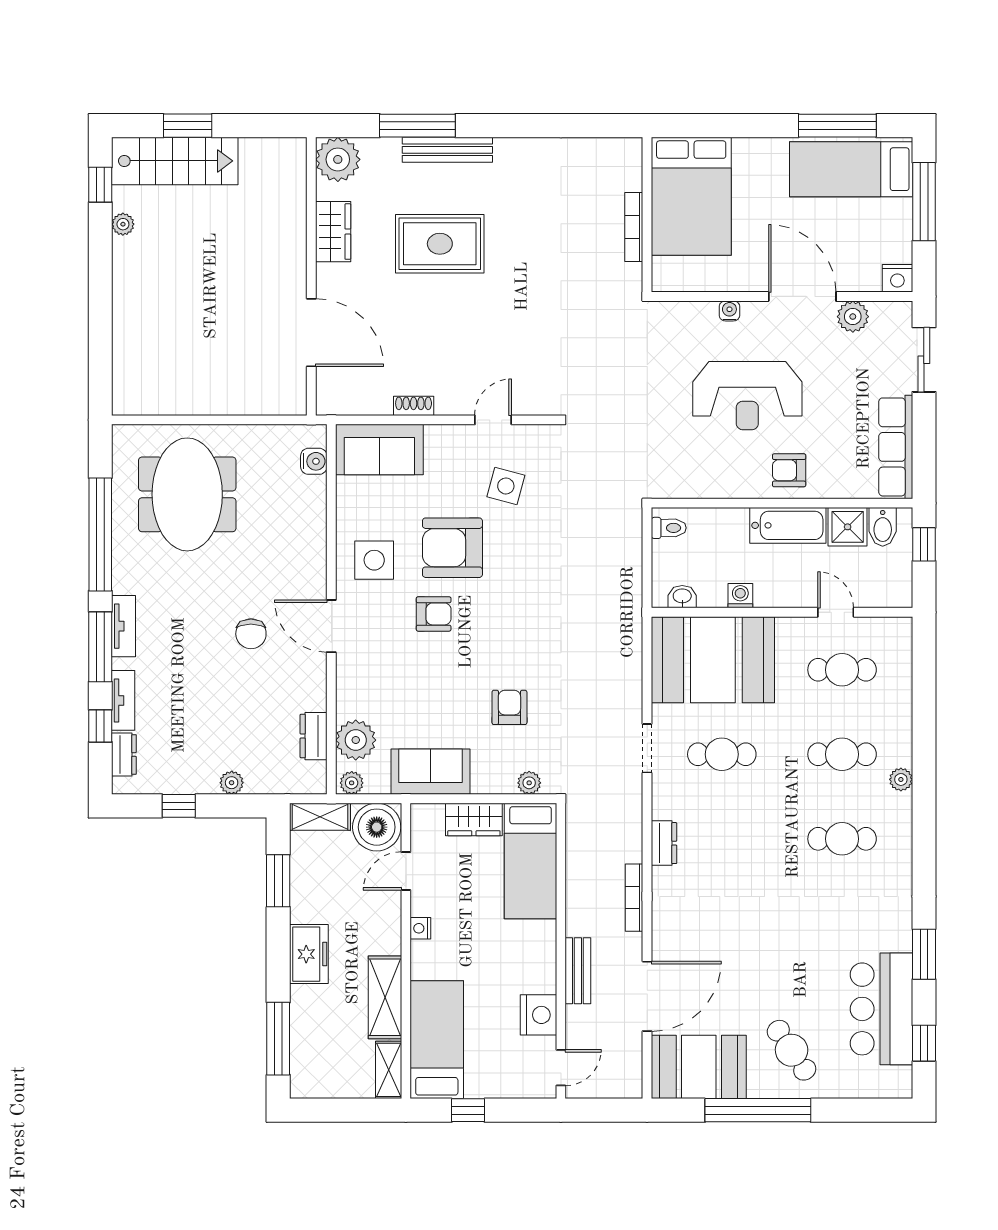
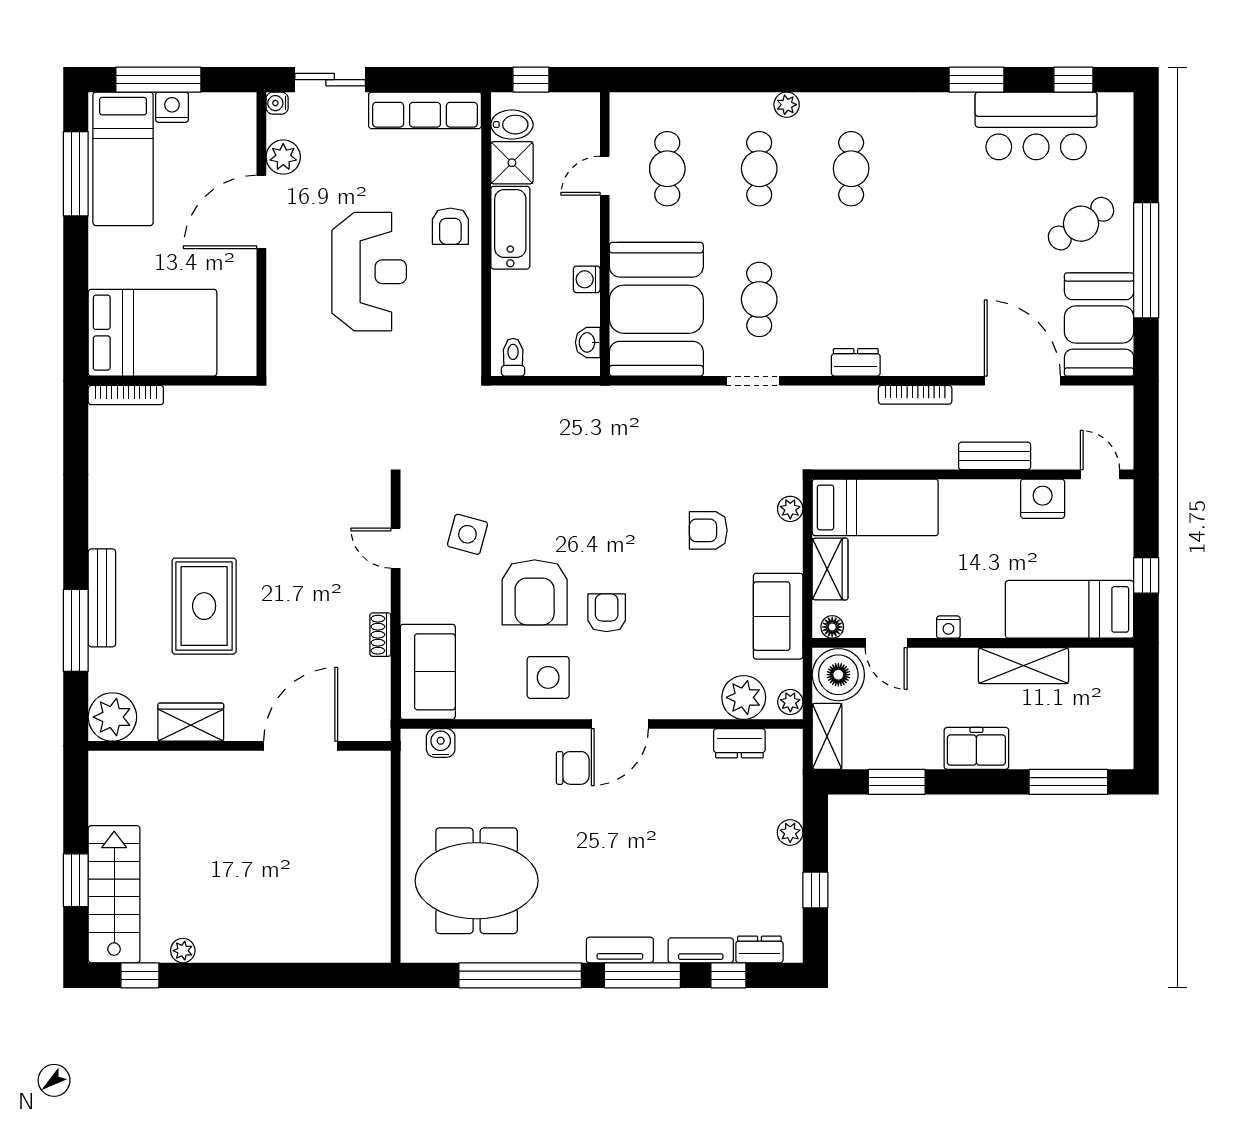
bookcase: (634, 227) -> (126, 395), moved
nightstand: (897, 278) -> (172, 107), moved, turned -90
water cooler: (729, 311) -> (277, 103), moved
chair: (251, 634) -> (573, 768), moved
floor lamp: (421, 821) -> (832, 627), added
shelving: (389, 1070) -> (1102, 662), removed

